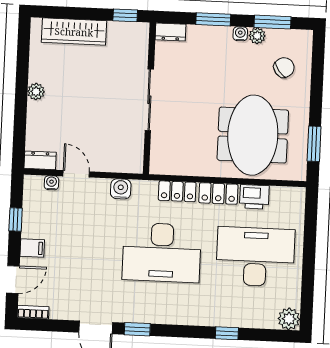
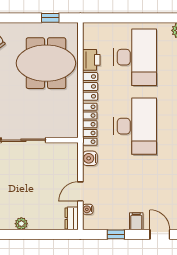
window: (314, 144) -> (50, 18), width x0.67
locker: (177, 191) -> (90, 124), width x1.53
desk: (255, 257) -> (135, 57), turned 180

